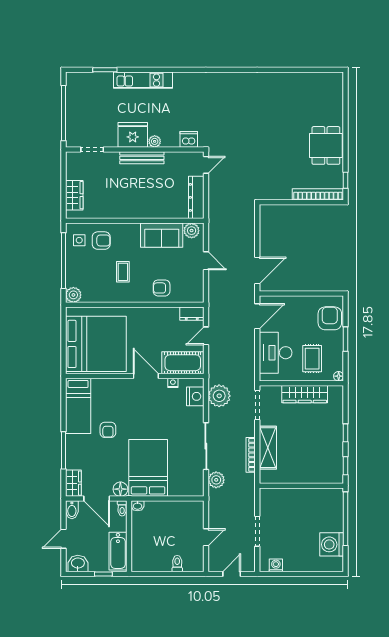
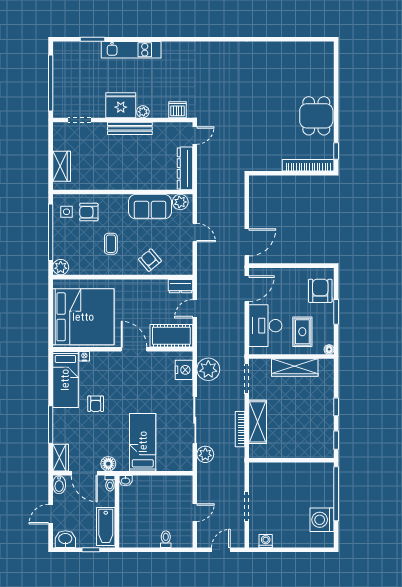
armchair: (101, 241) -> (89, 212), turned 180
armchair: (162, 288) -> (150, 260), turned 50
nightstand: (173, 383) -> (84, 356), moved
bed: (148, 468) -> (143, 442), width x0.67

